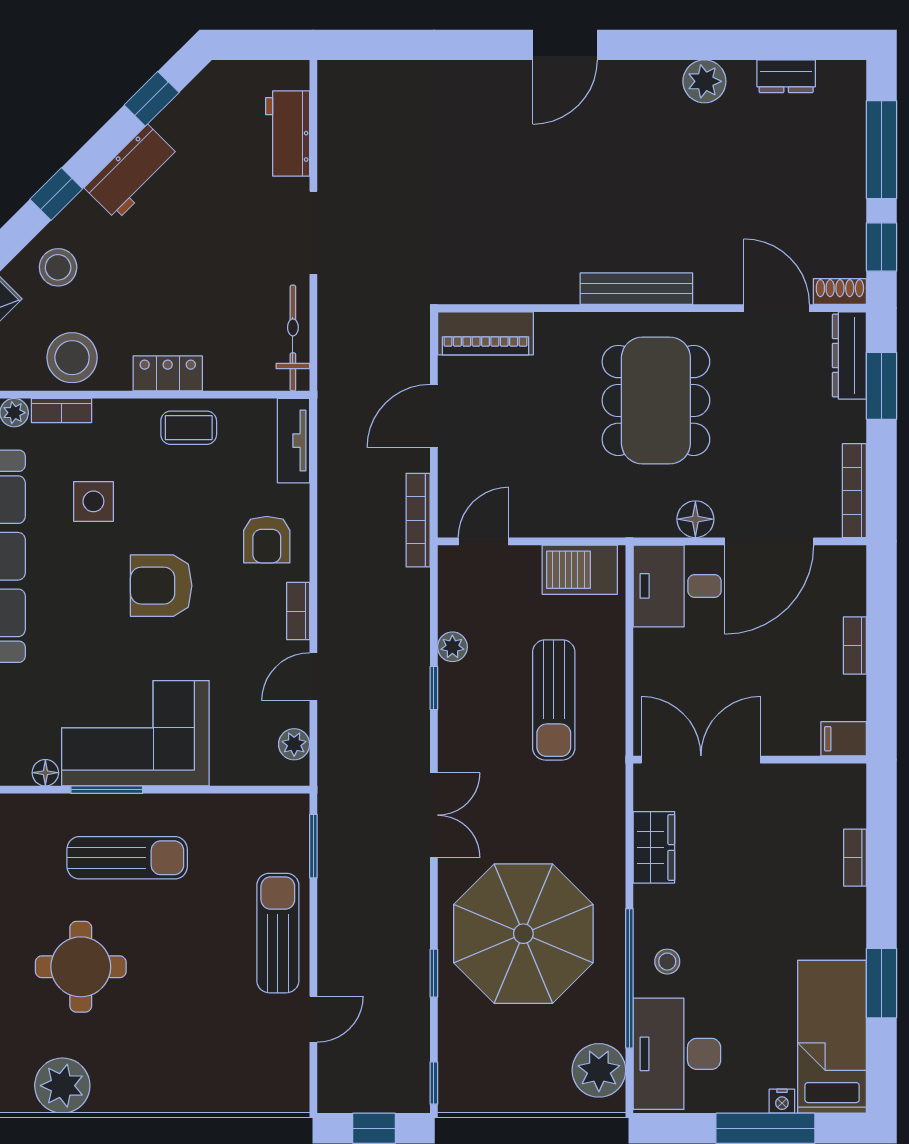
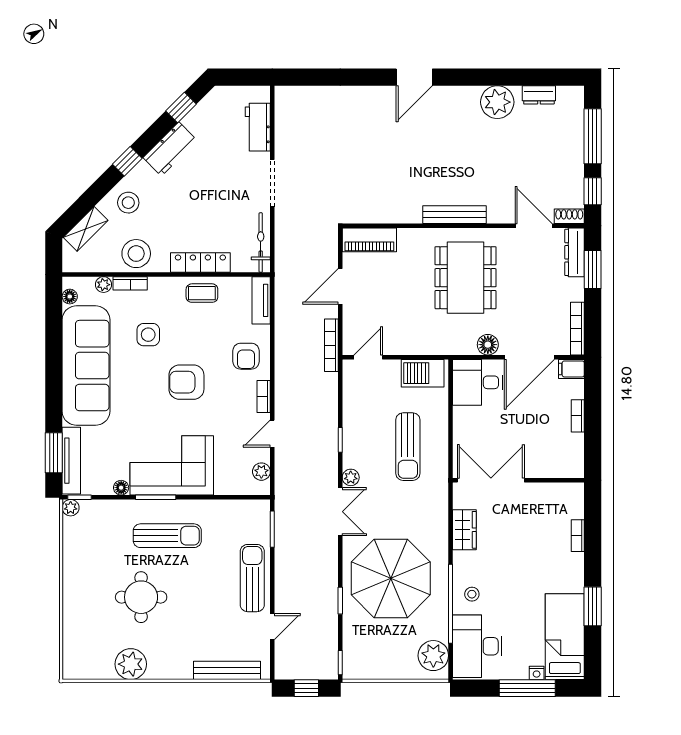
plant: (704, 81) -> (497, 102), width x1.36, depth x1.36
locker: (168, 373) -> (200, 262), width x1.53
plant: (452, 647) -> (351, 477), moved
filing cabinet: (844, 739) -> (571, 369), moved
bench: (233, 1097) -> (227, 670), added

